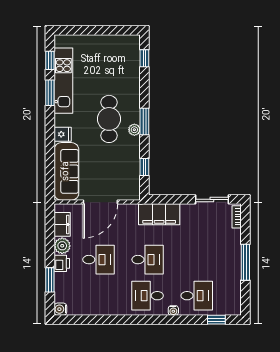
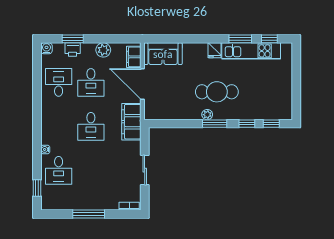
fridge: (63, 134) -> (214, 50), moved
window: (144, 167) -> (247, 124), moved
sofa: (66, 171) -> (163, 54), width x0.73
sliding door: (212, 199) -> (145, 170), moved
filing cabinet: (159, 214) -> (131, 122), moved
filing cabinet: (62, 224) -> (134, 57), moved, turned 90
printer: (62, 263) -> (73, 49), moved
desk: (148, 296) -> (59, 82), moved

